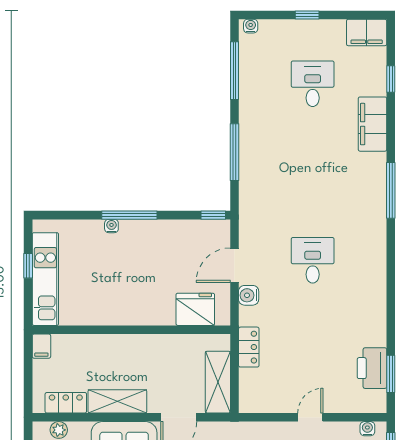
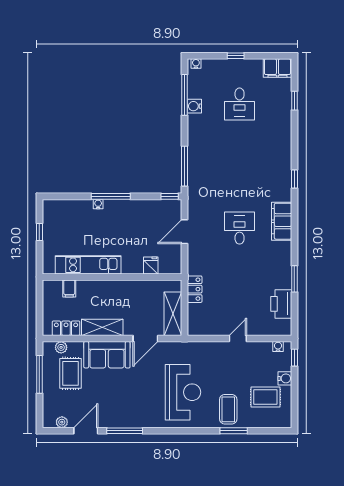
desk: (313, 84) -> (240, 104), turned 180
filing cabinet: (372, 124) -> (282, 221), moved
window: (234, 152) -> (185, 166), moved
window: (391, 190) -> (294, 179), width x0.46
kitchen unit: (45, 279) -> (88, 265), moved, turned -90
water cooler: (249, 295) -> (194, 106), moved
fridge: (195, 309) -> (151, 265), width x0.53, depth x0.75
filing cabinet: (41, 346) -> (69, 288), moved
window: (391, 374) -> (294, 279), moved

